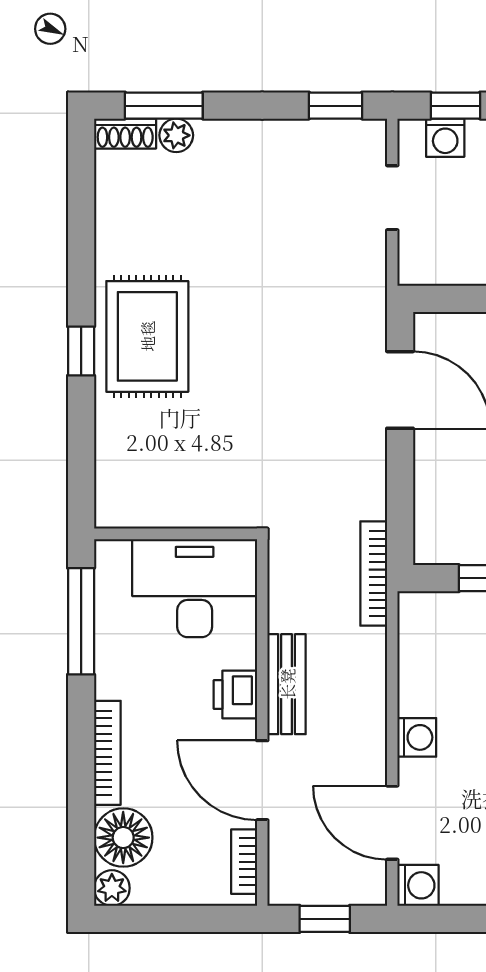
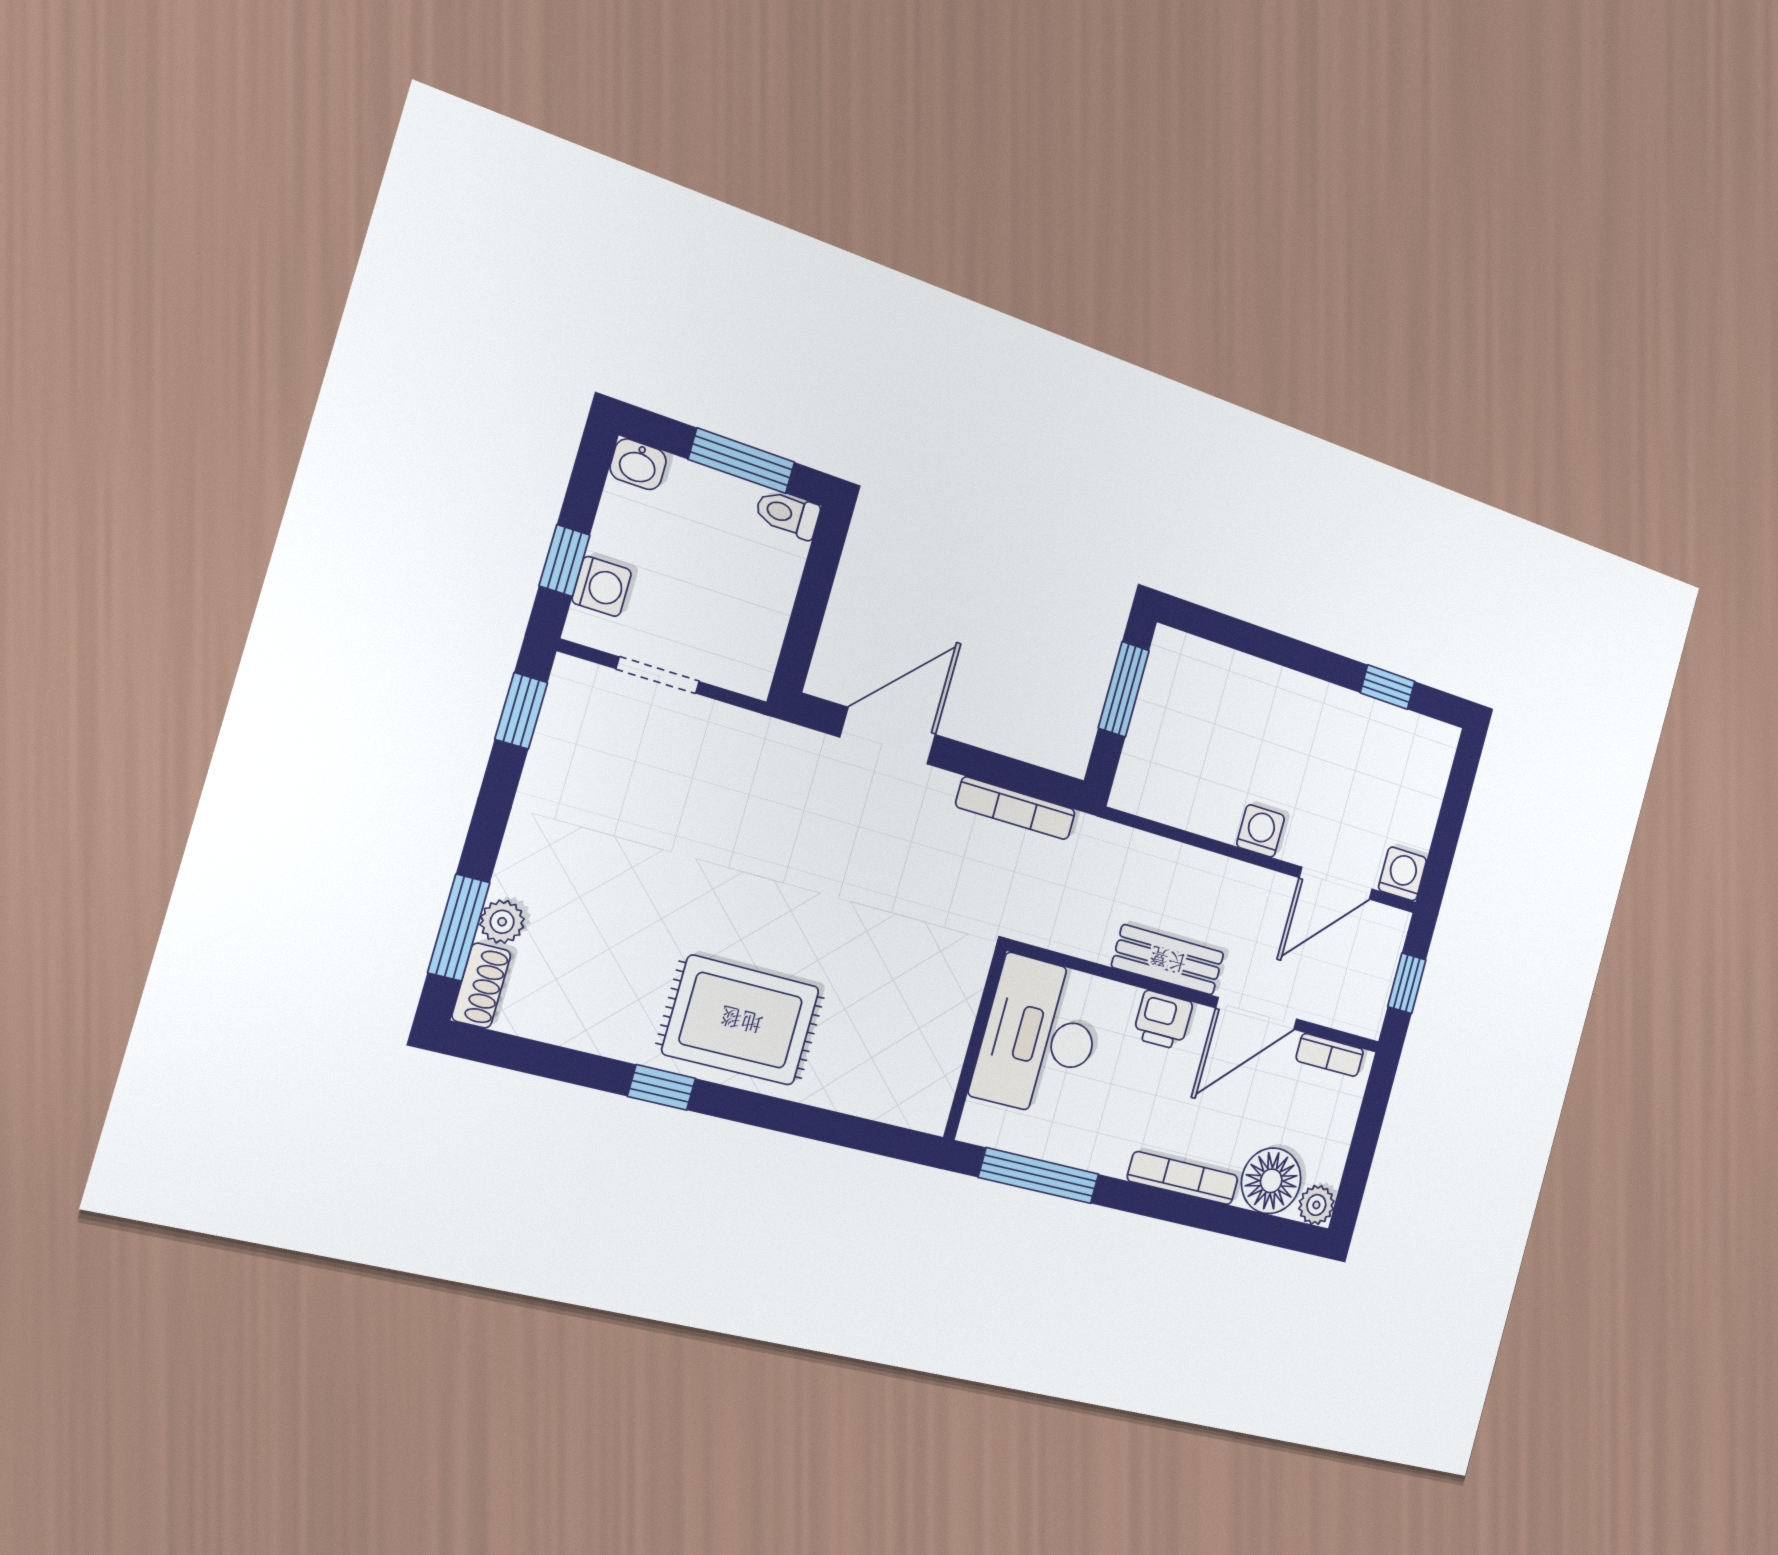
window: (81, 351) -> (661, 1087), moved
bookcase: (374, 573) -> (1016, 808), moved

